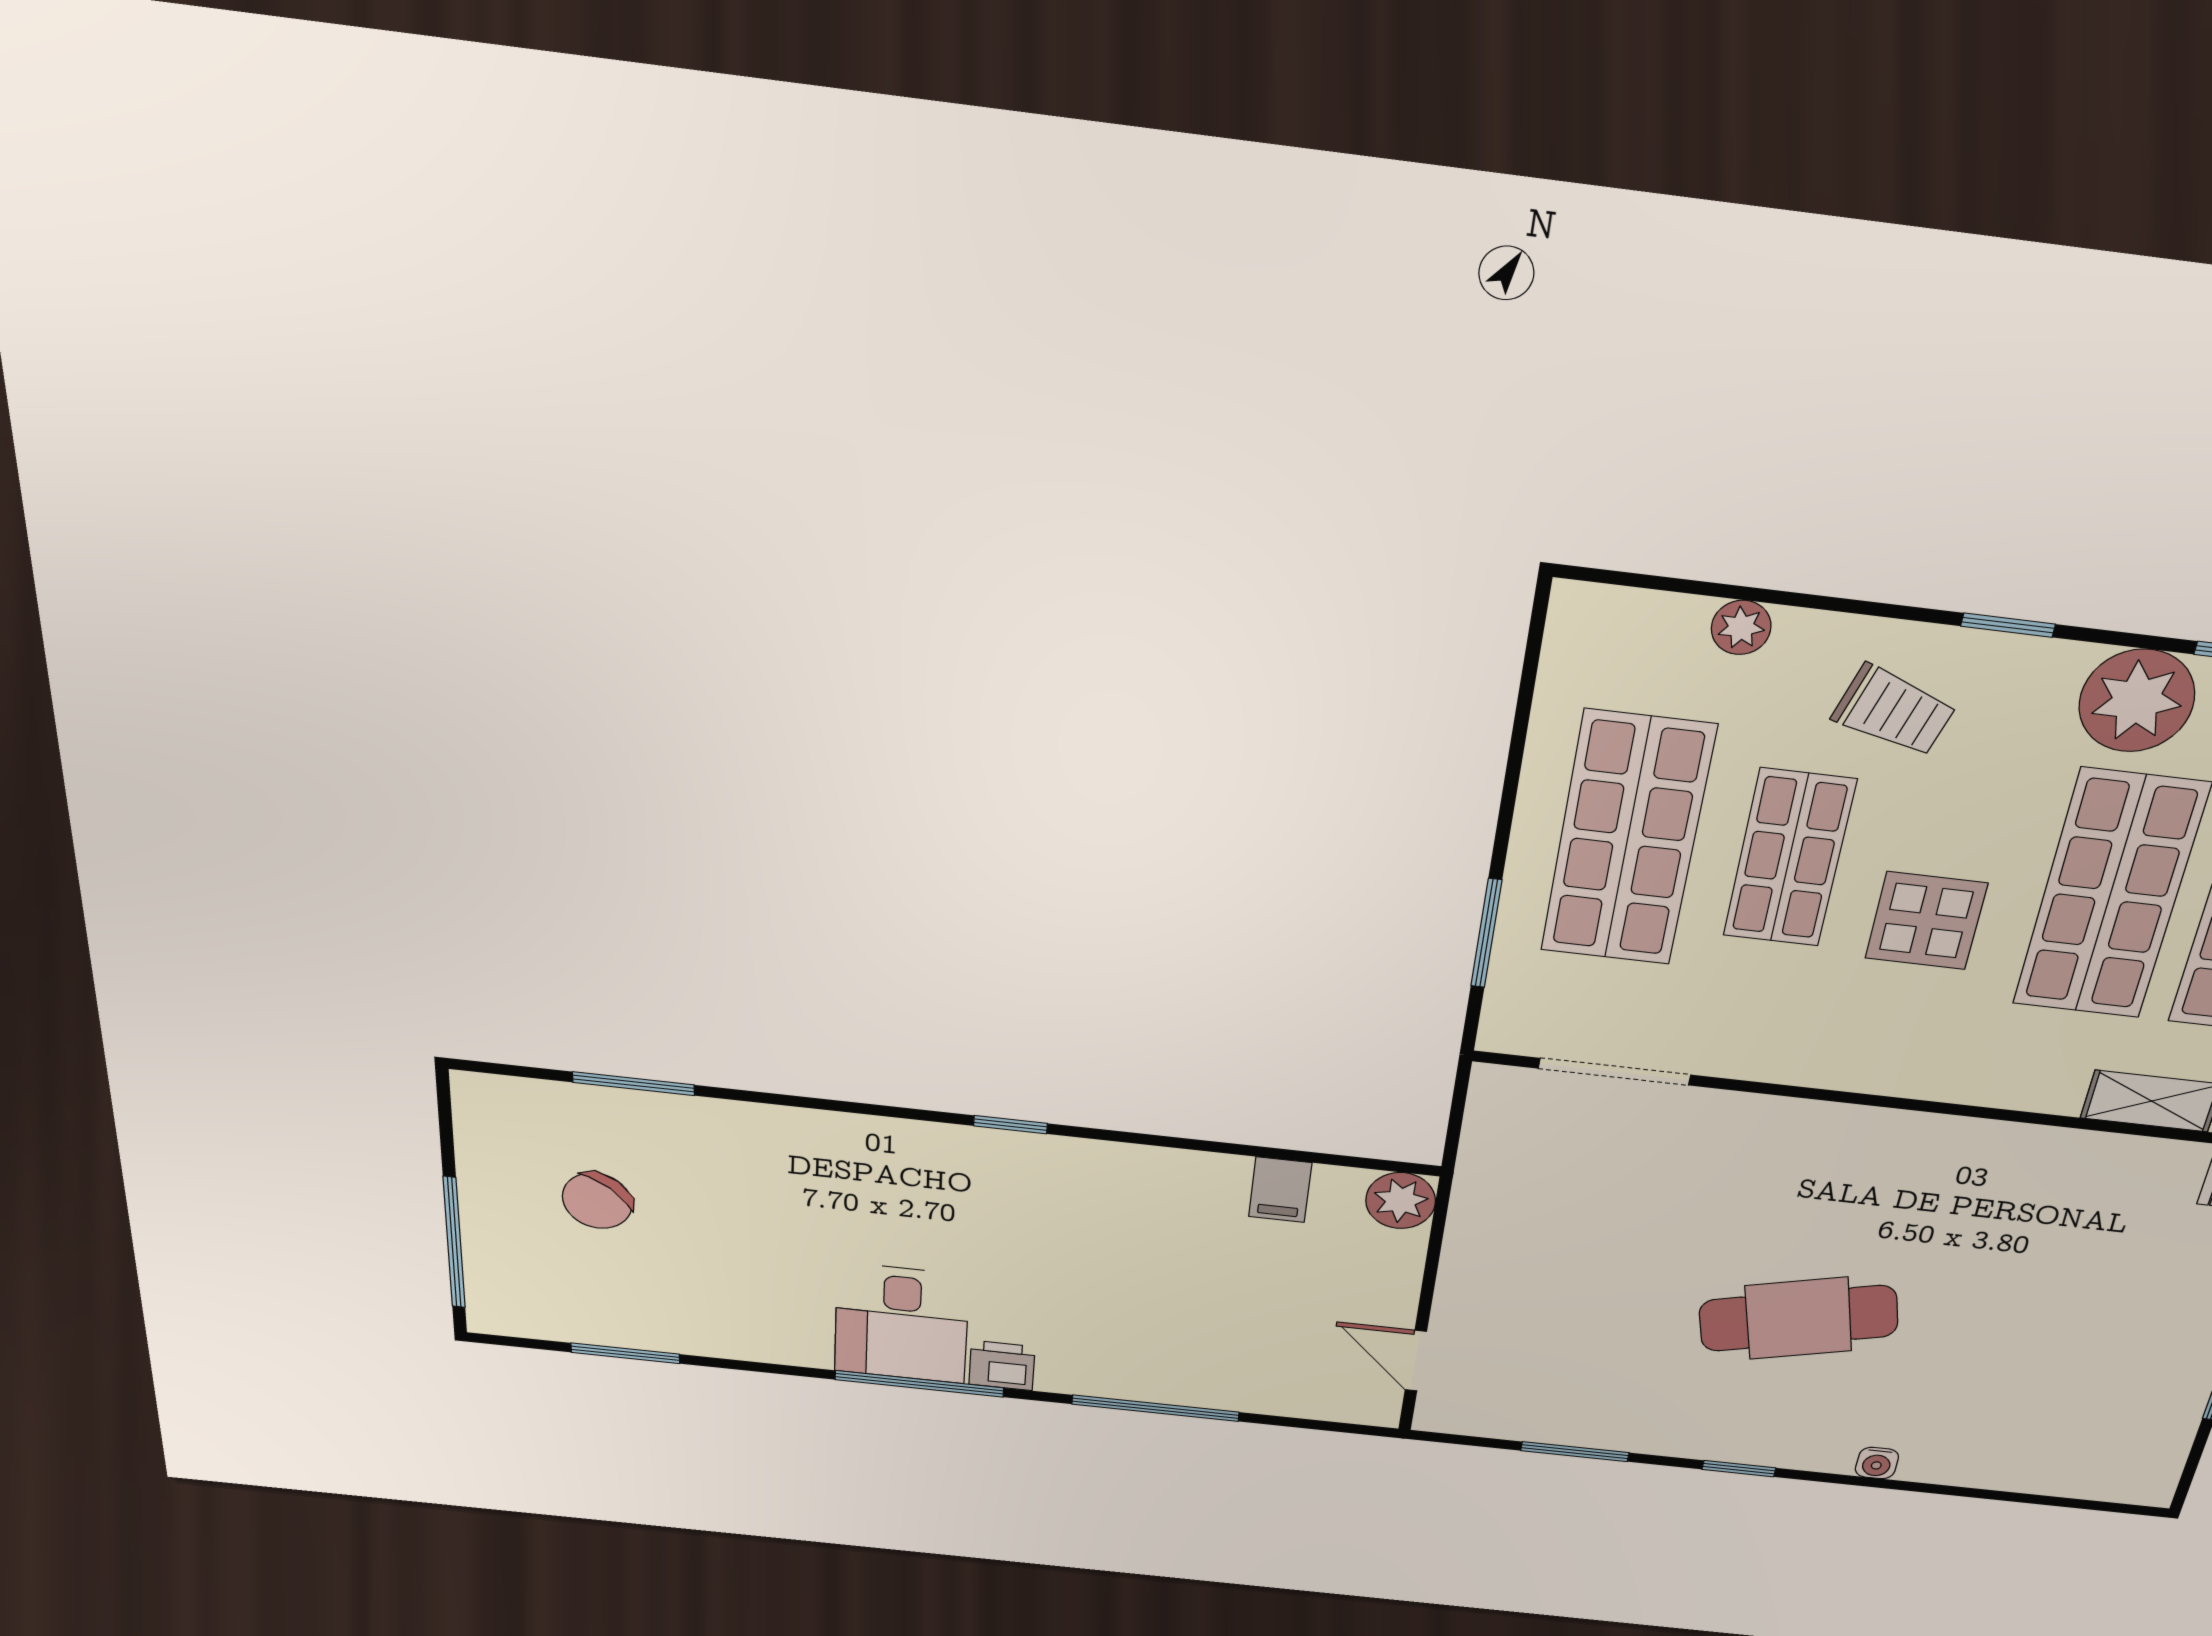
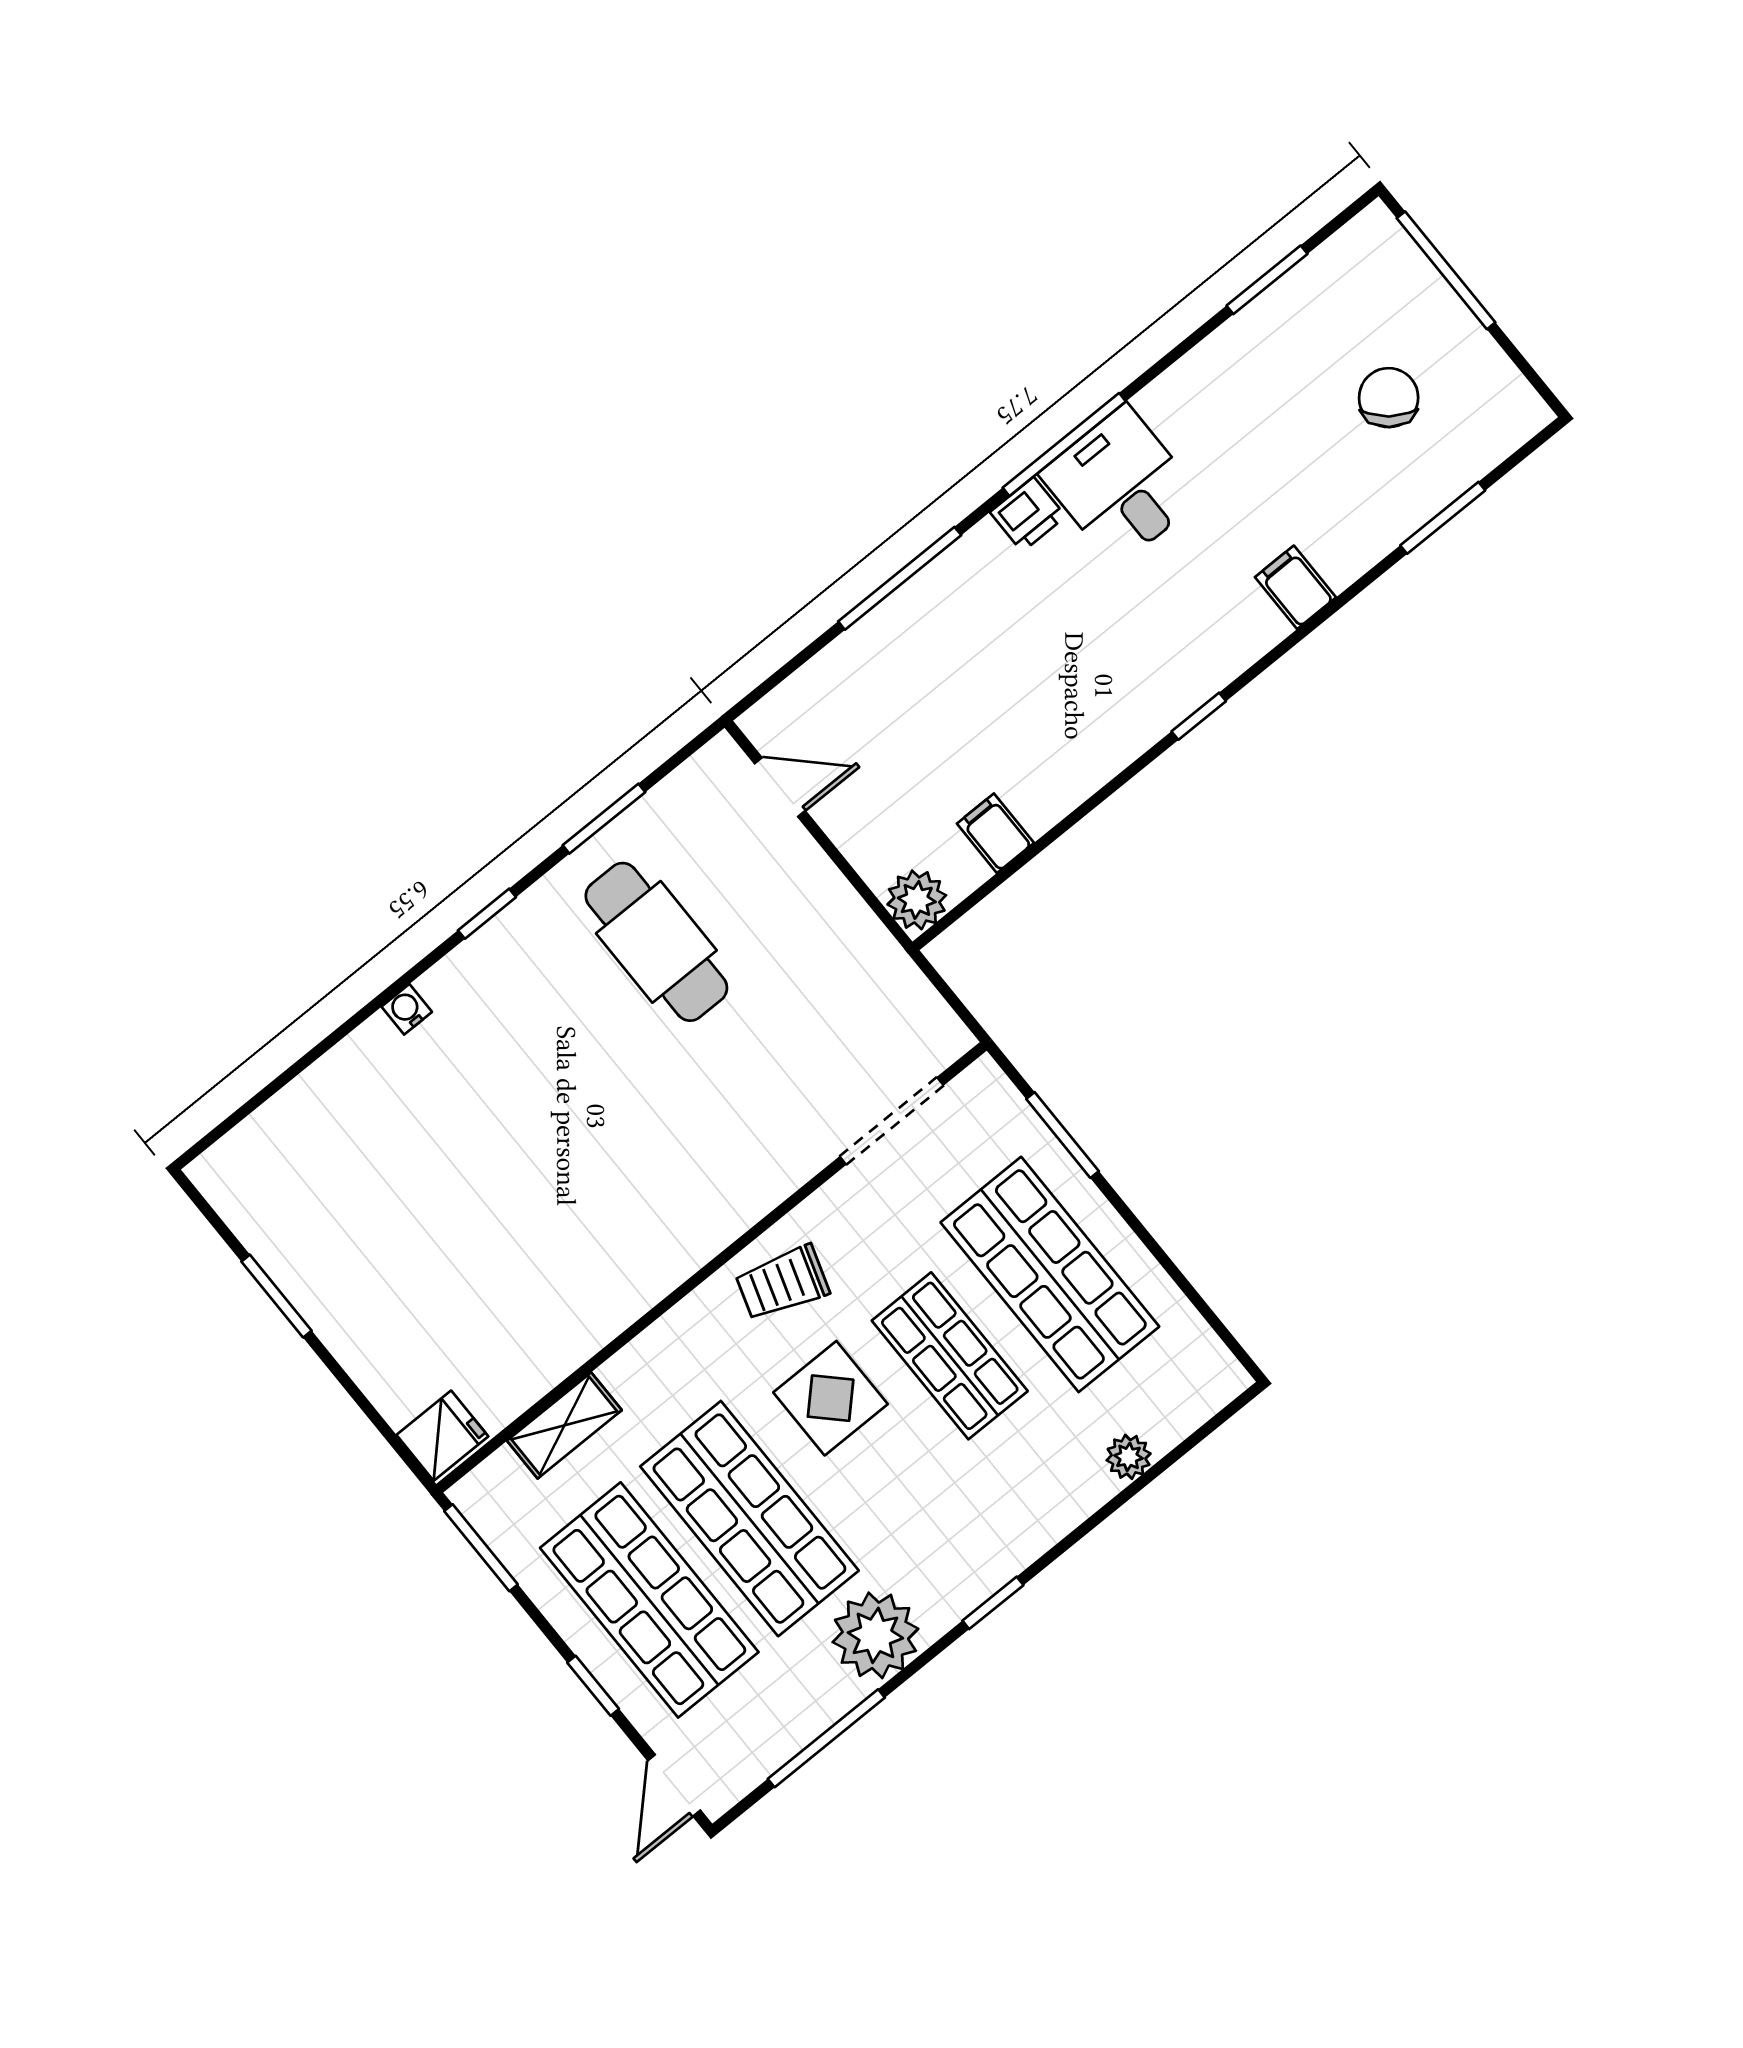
trolley: (1894, 711) -> (782, 1283), moved
filing cabinet: (823, 1142) -> (1295, 587), added
cafe table: (1798, 1318) -> (656, 942), moved, turned -76

